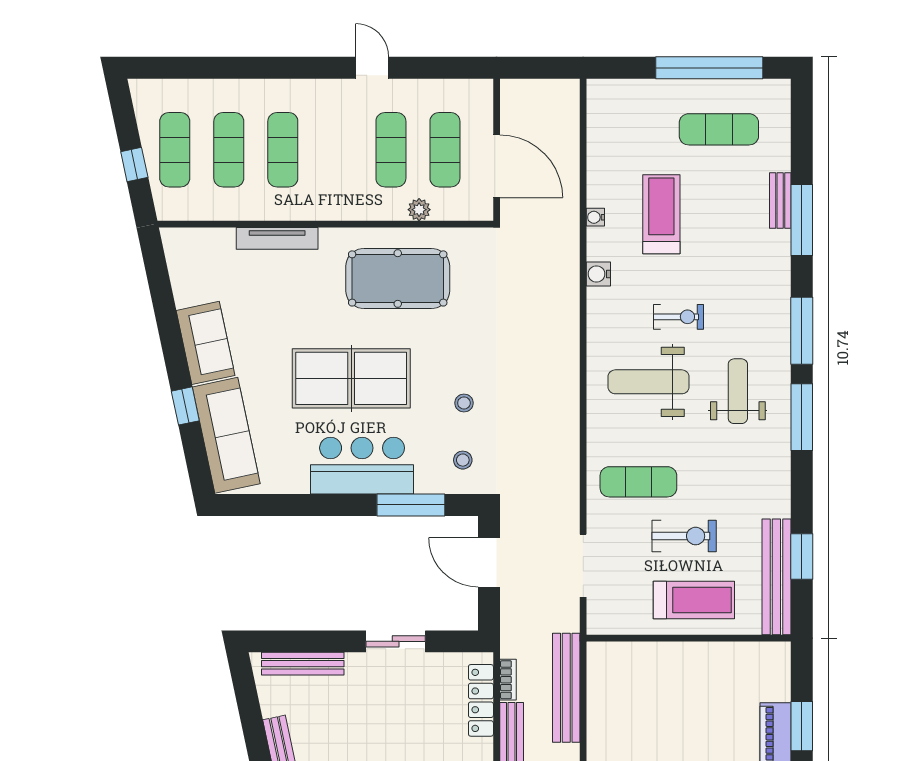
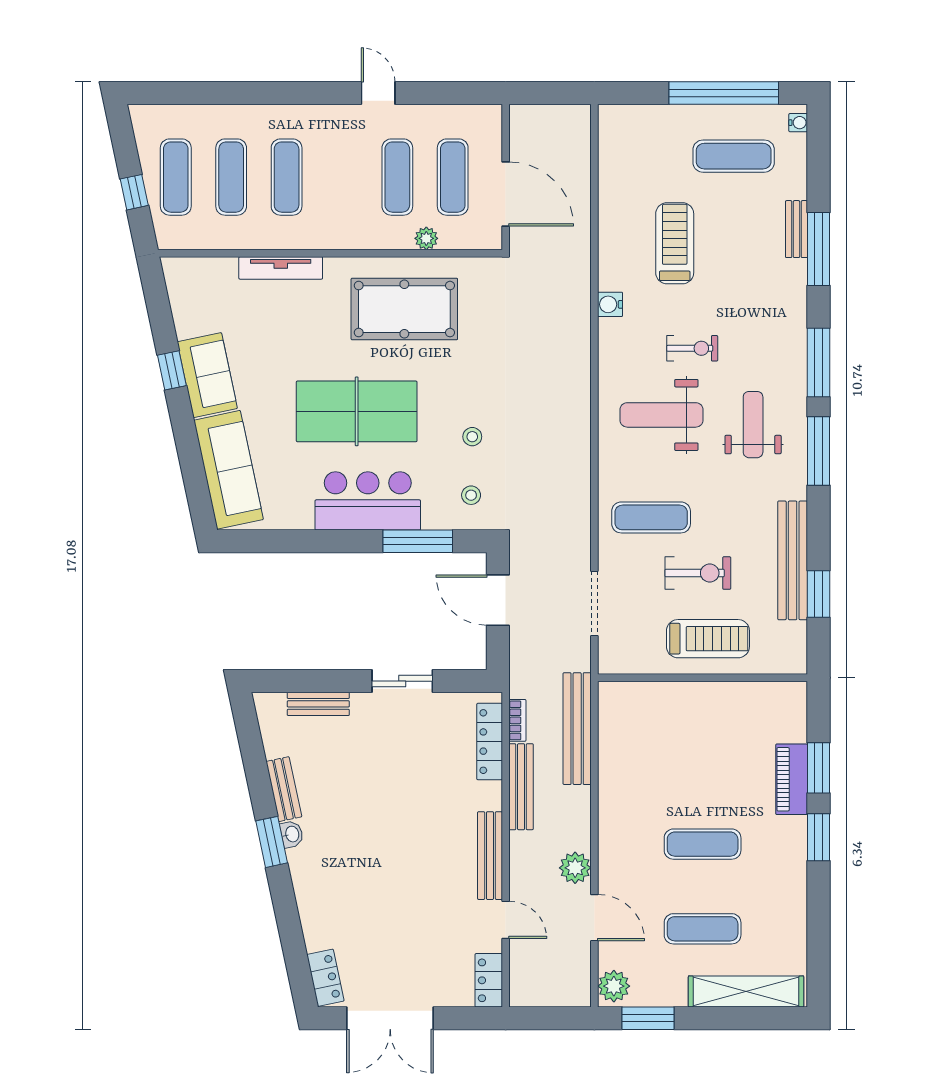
water cooler: (595, 217) -> (798, 123), moved, turned 180
window: (185, 406) -> (172, 370), moved
bench: (776, 577) -> (793, 560), moved
bench: (303, 664) -> (318, 704), width x0.73

